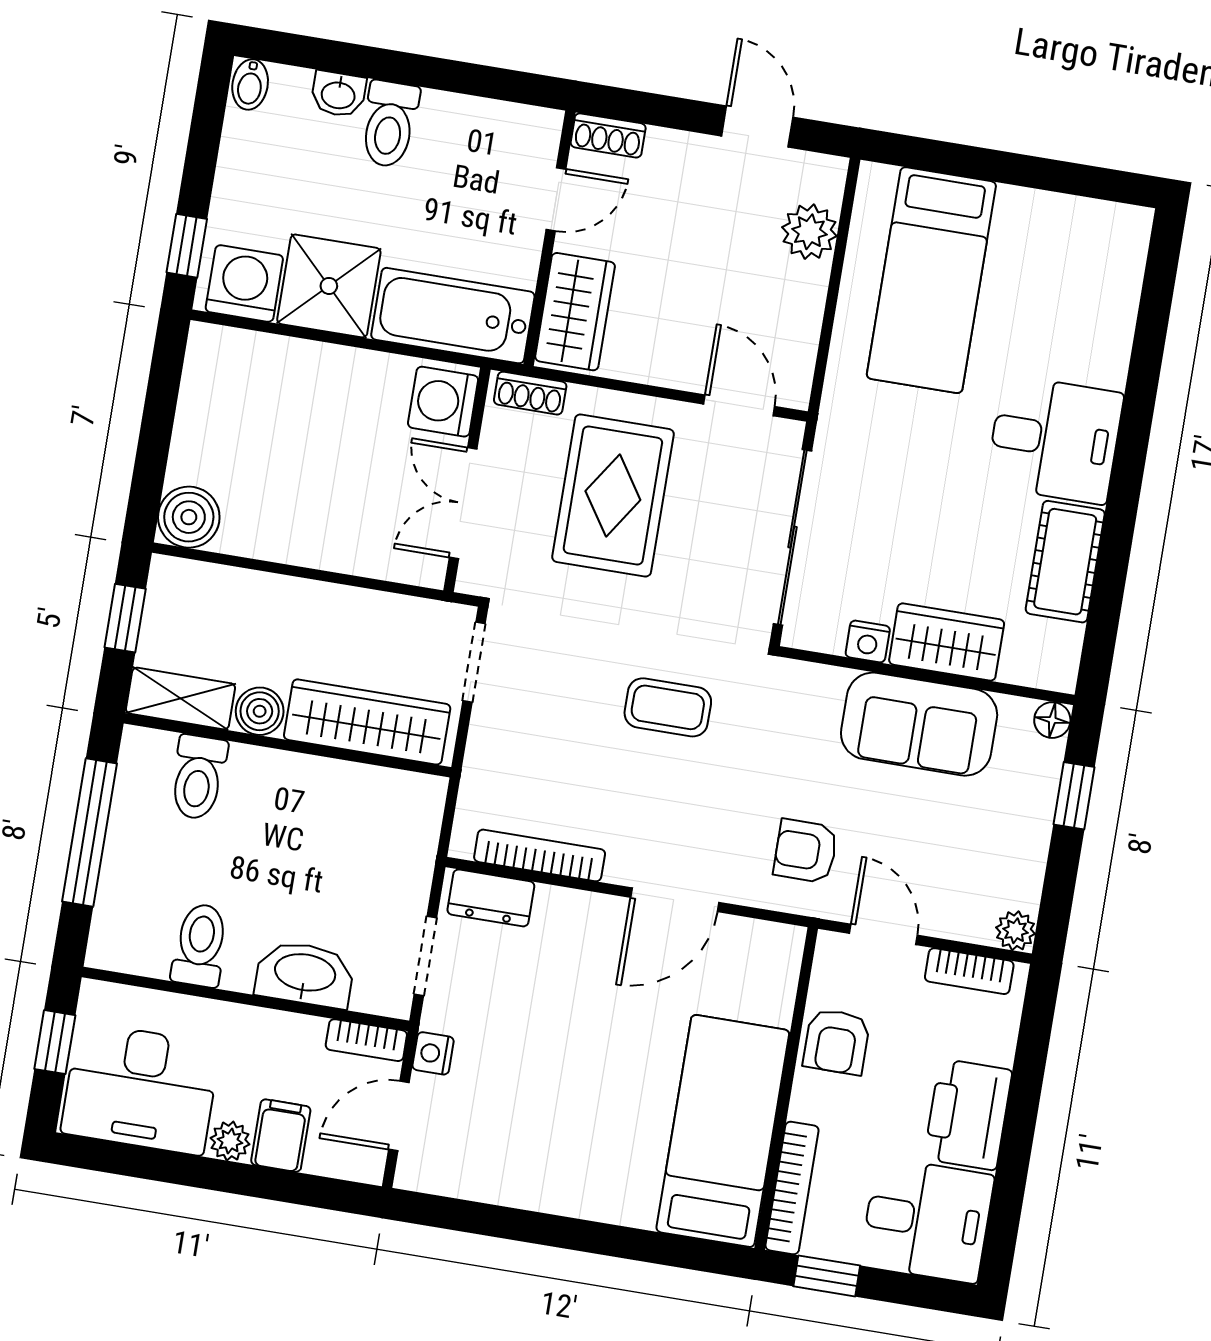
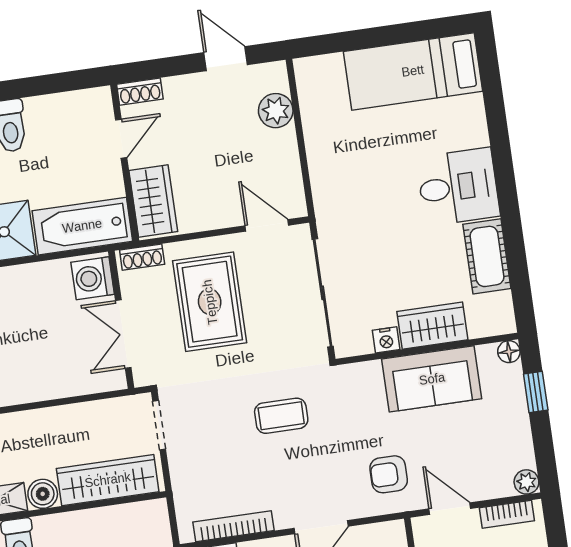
bed: (931, 280) -> (413, 71), moved, turned 90

